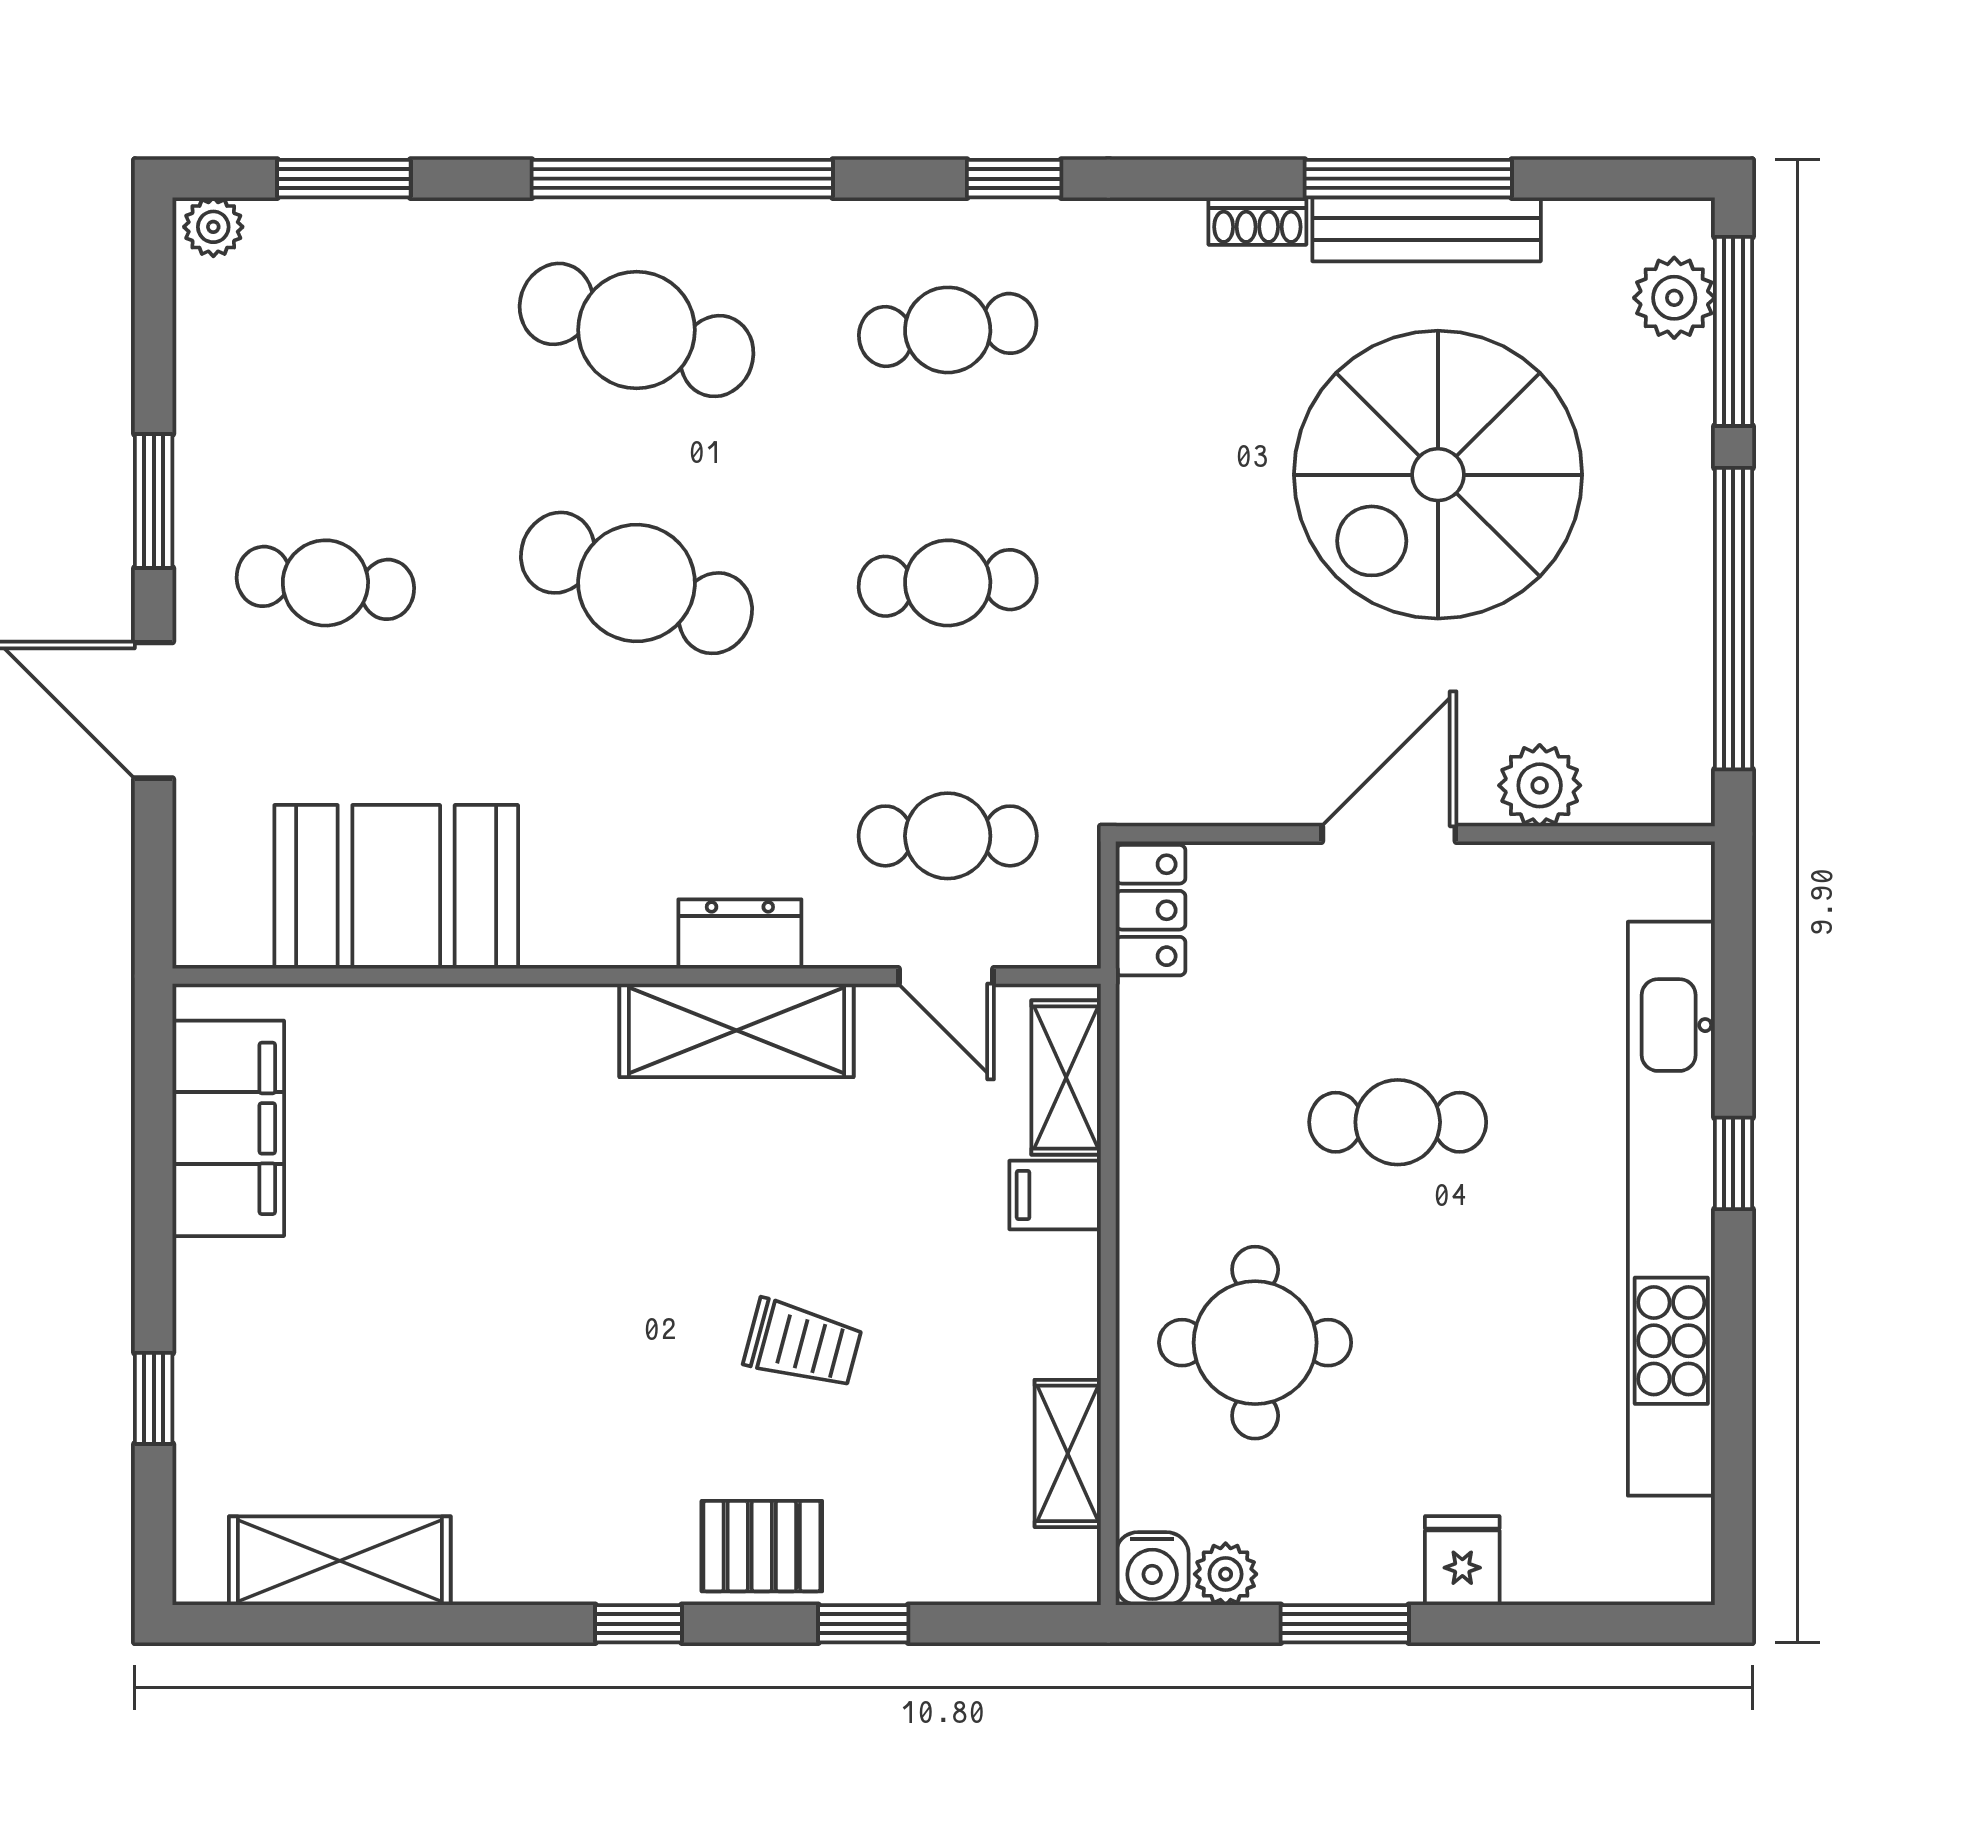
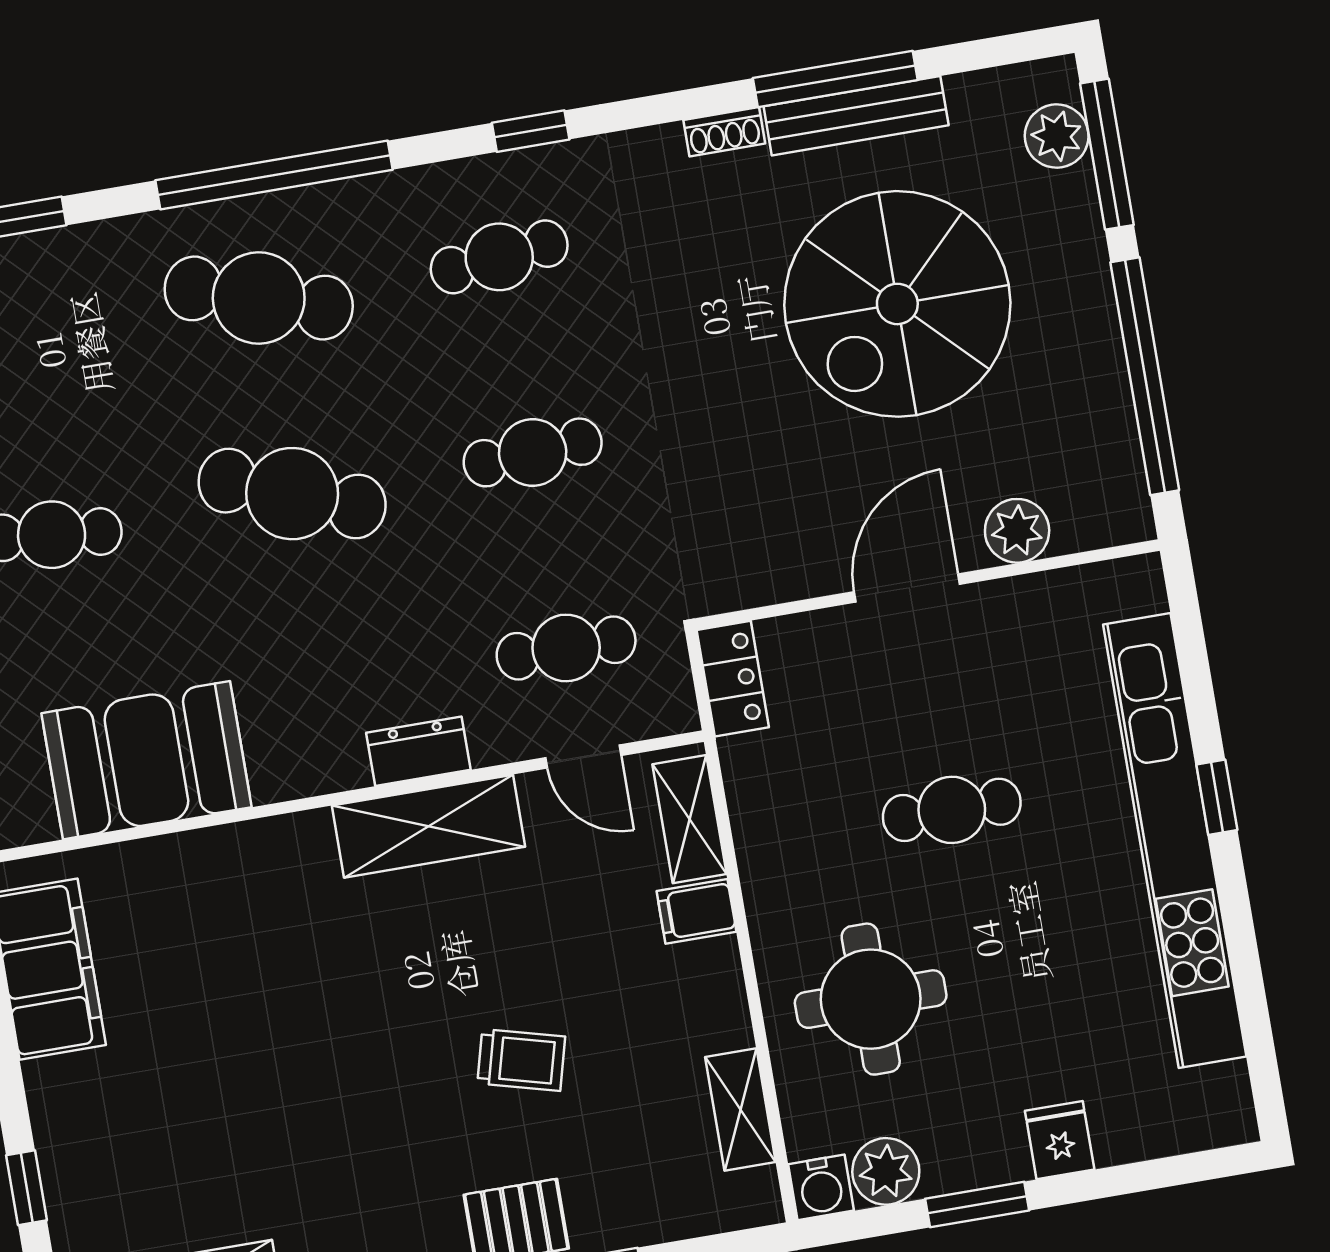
plant: (1226, 1574) -> (886, 1171), width x1.38, depth x1.38

